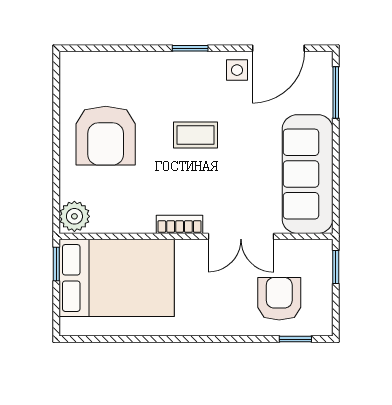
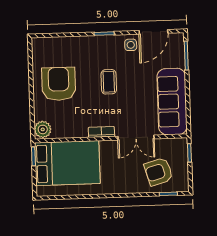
coffee table: (196, 135) -> (109, 82), turned 90
armchair: (106, 136) -> (59, 84), turned 180
armchair: (279, 299) -> (158, 172), turned -106

